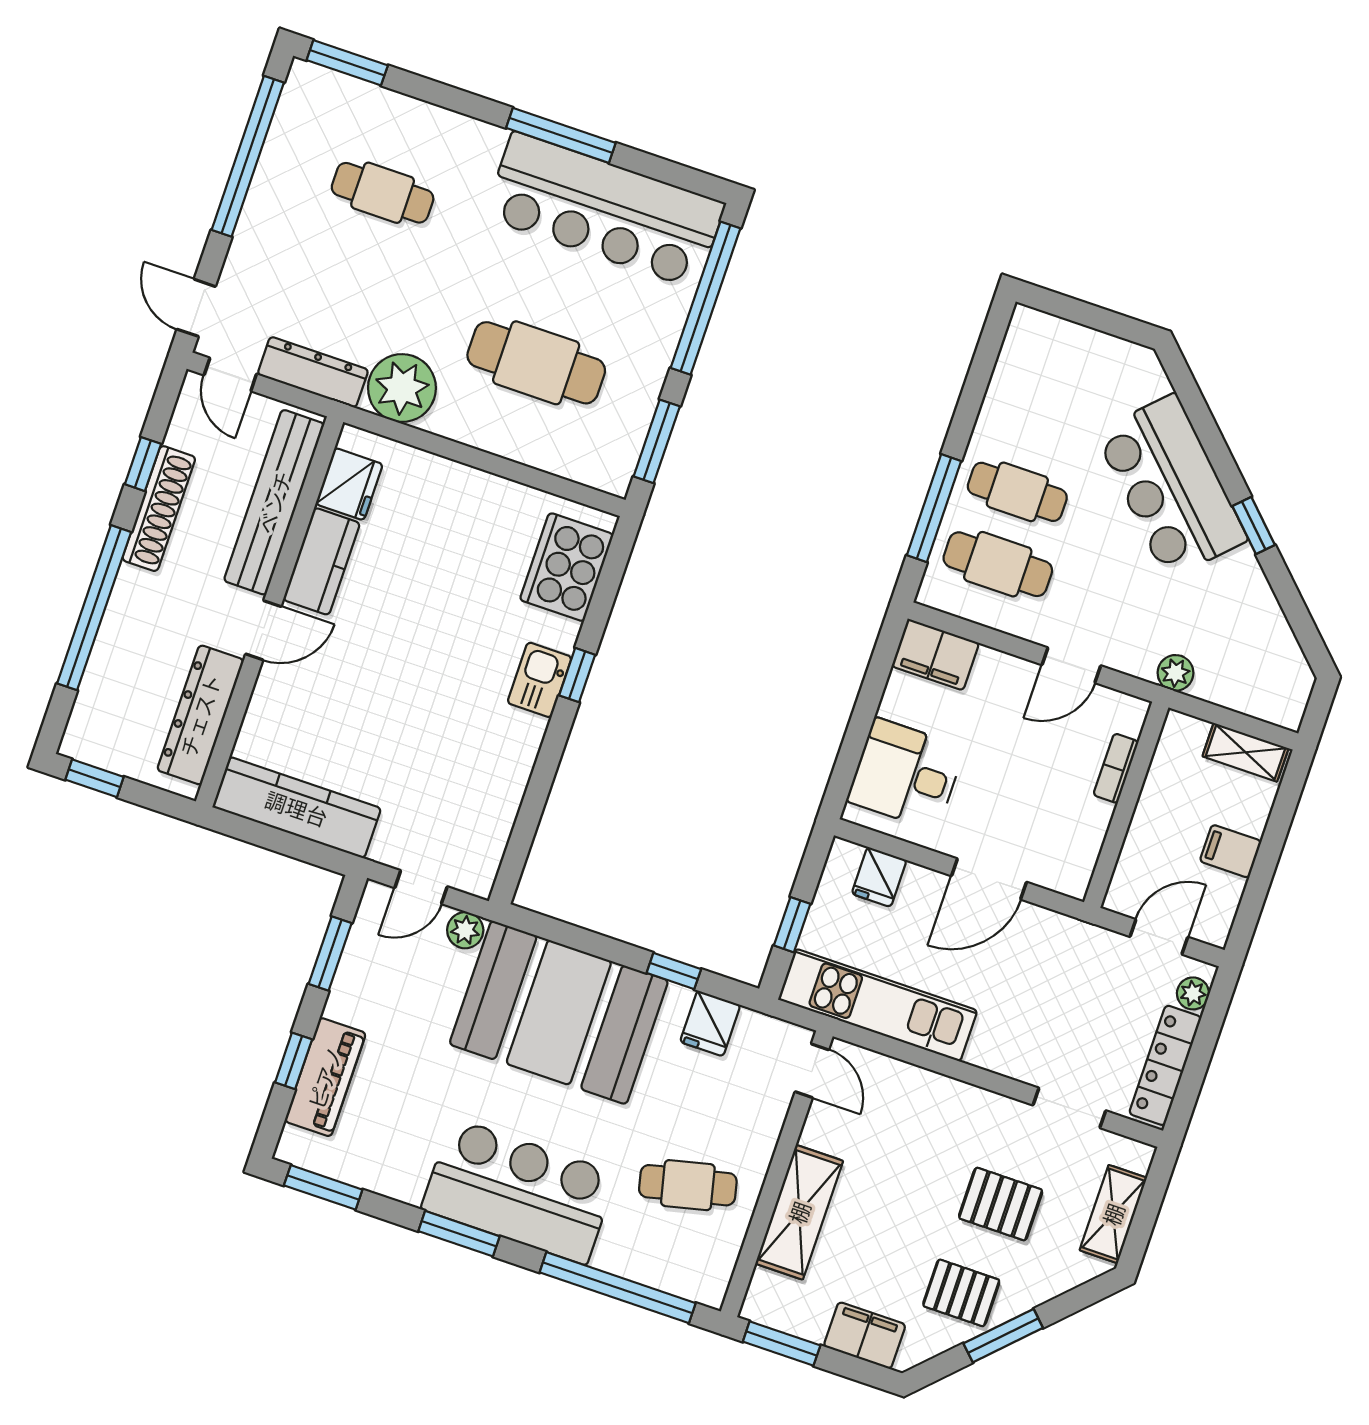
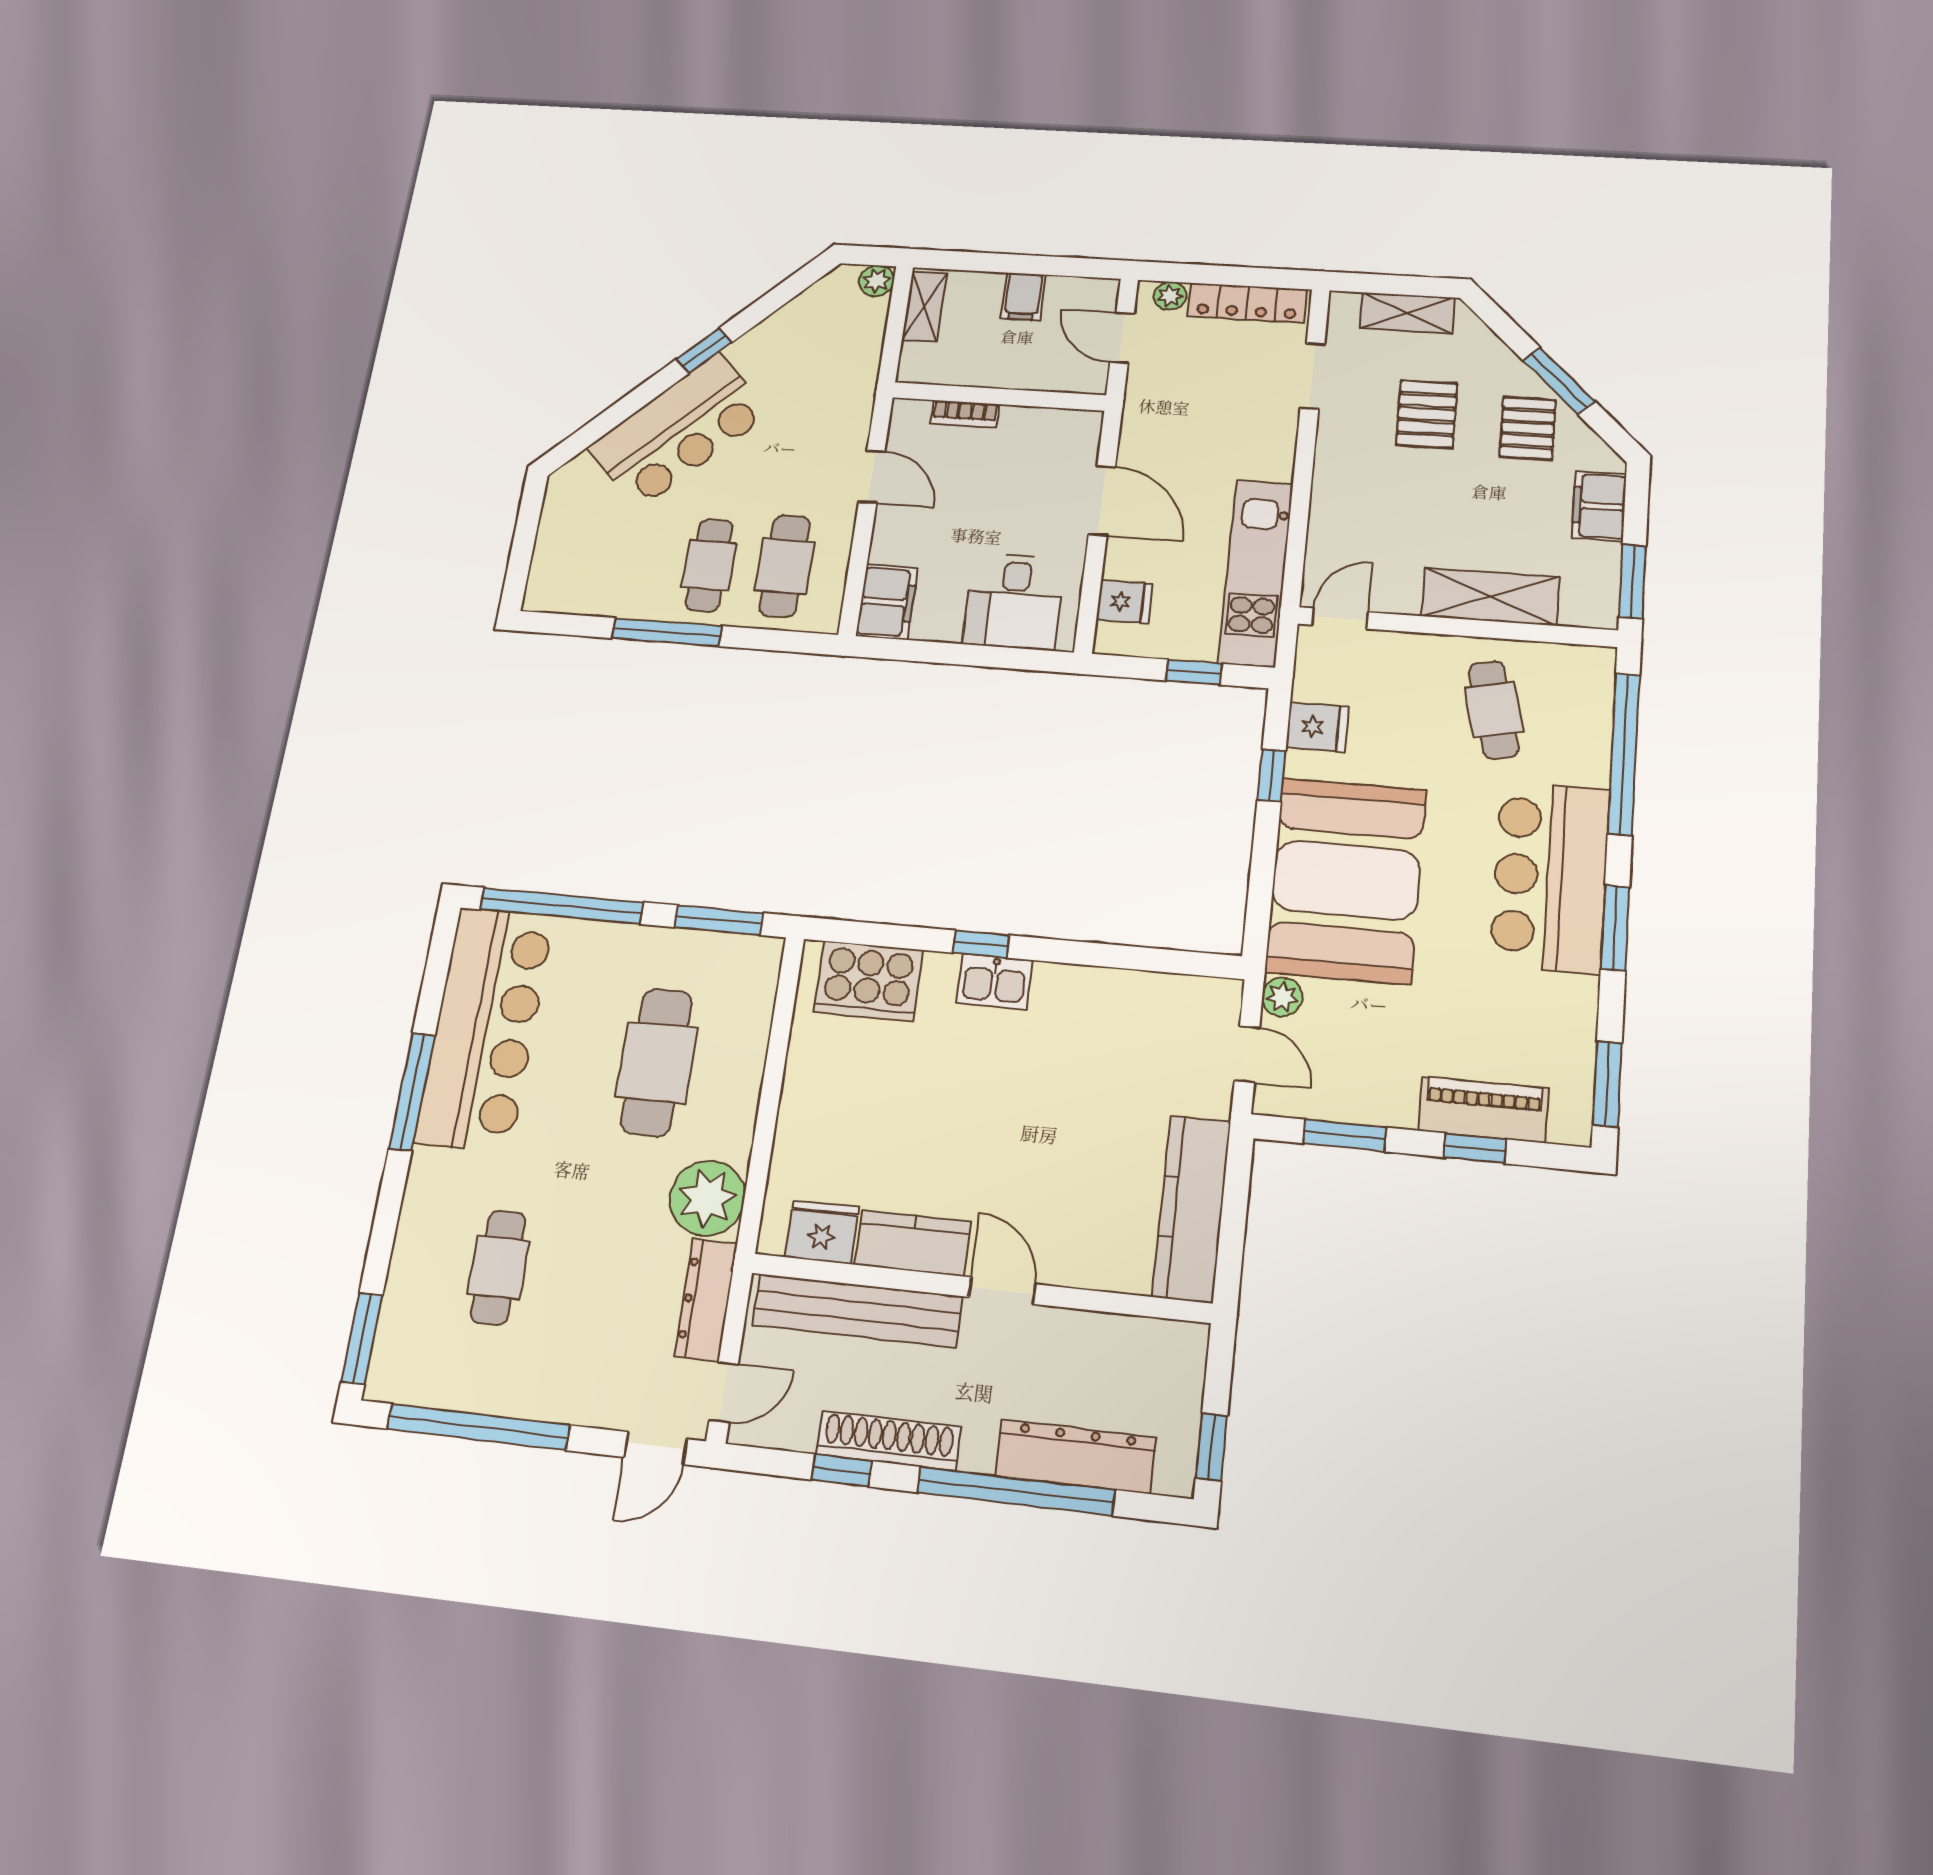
window: (934, 508) -> (667, 632), moved
plant: (1176, 673) -> (877, 281), moved
dresser: (200, 715) -> (1076, 1457), moved, turned 180

